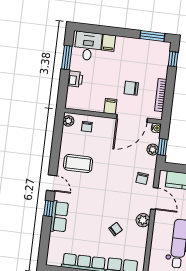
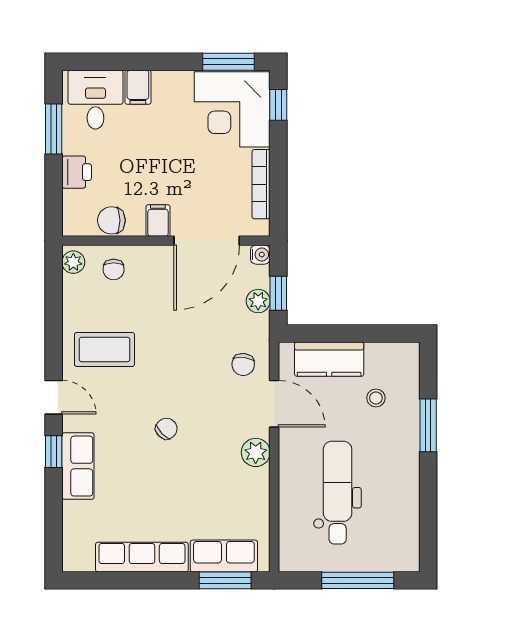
corner desk: (151, 59) -> (232, 109), added
chair: (131, 88) -> (111, 220), moved
chair: (116, 229) -> (166, 429), moved

